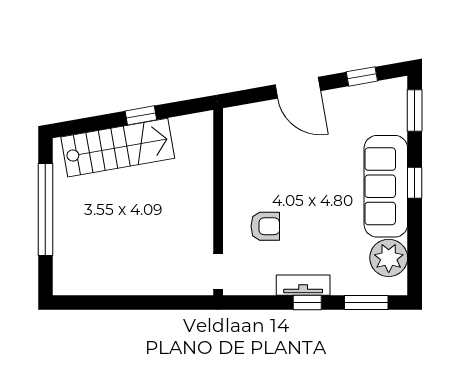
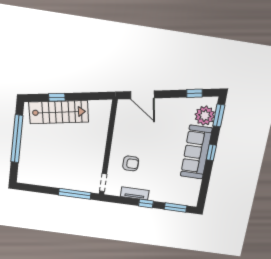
door: (298, 88) -> (142, 95), moved
window: (141, 115) -> (57, 97), moved
plant: (389, 258) -> (205, 116), moved
tv unit: (303, 285) -> (135, 193), moved
window: (166, 303) -> (75, 194), added

